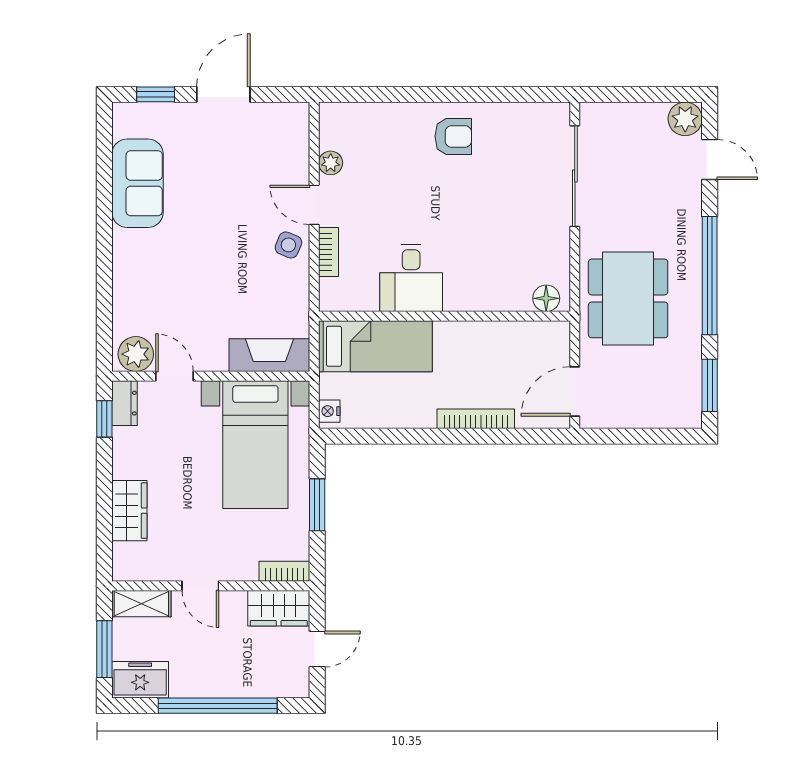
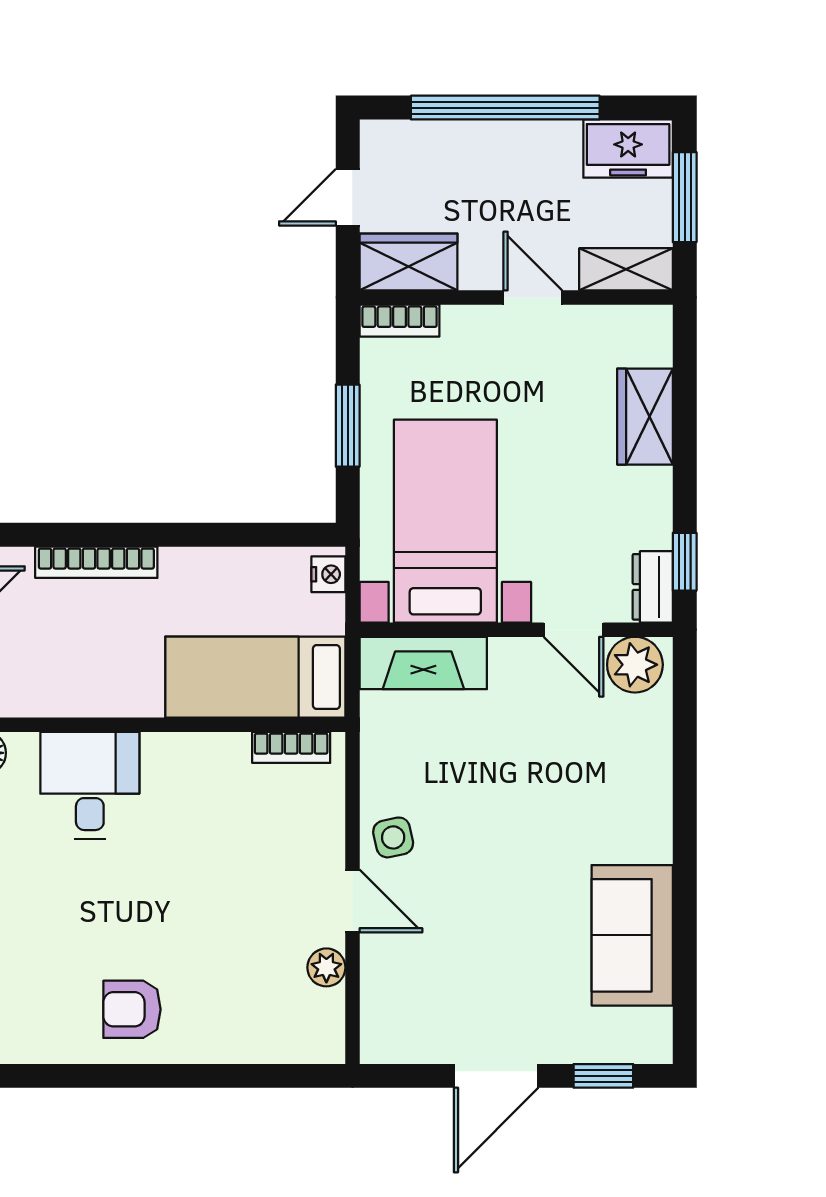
side table: (288, 245) -> (393, 837), turned -35
bookcase: (328, 252) -> (291, 747), moved, turned -90
desk: (411, 278) -> (90, 785), moved

